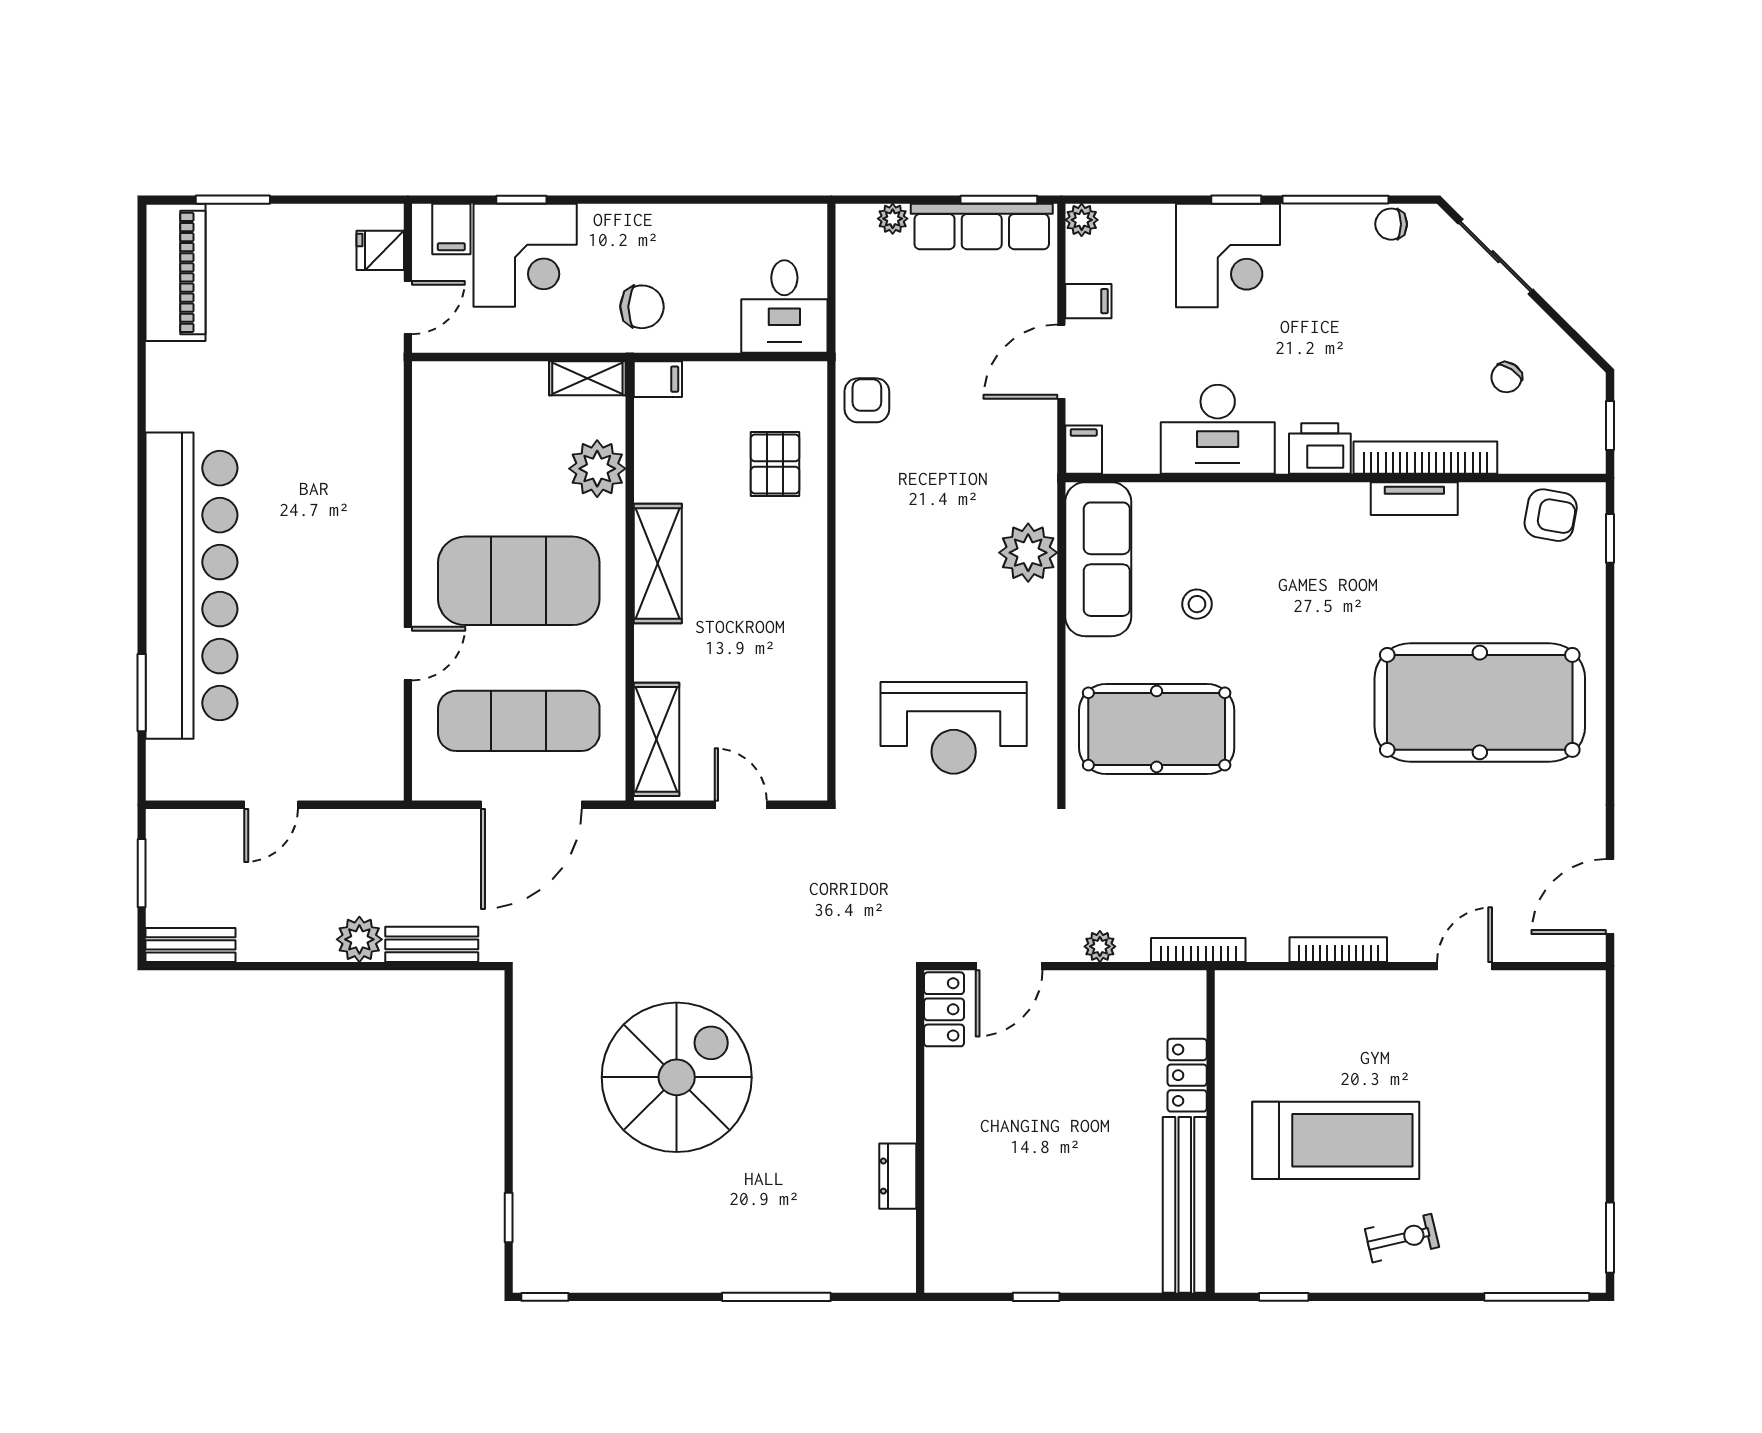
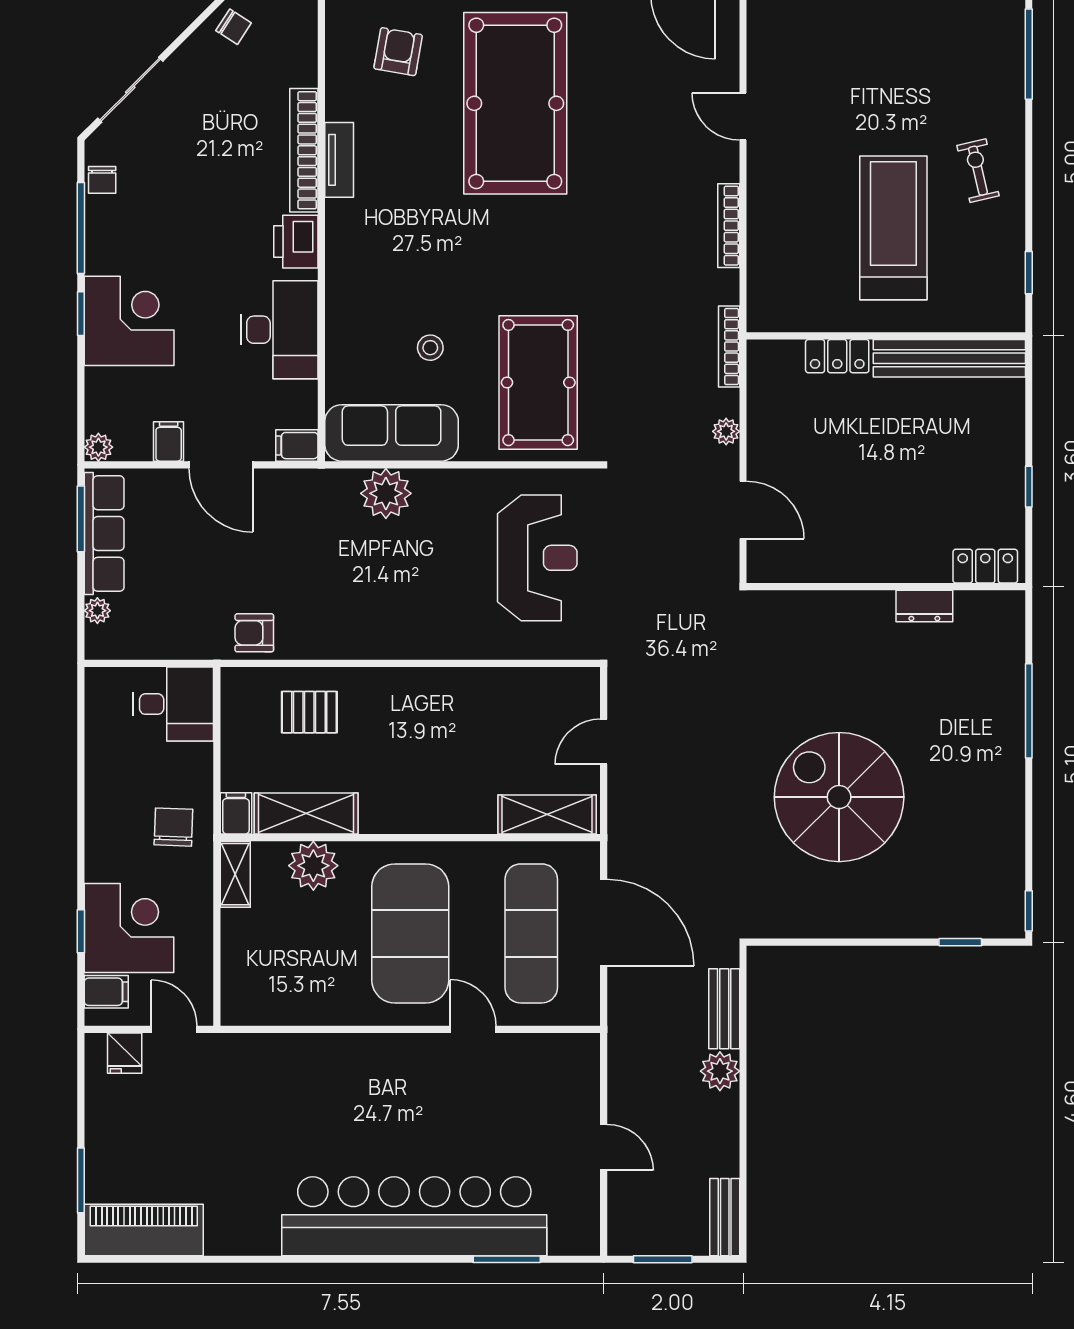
chair: (1507, 377) -> (234, 27), moved
armchair: (1551, 515) -> (398, 52), moved
shelving: (658, 563) -> (306, 813), moved
locker: (944, 1009) -> (985, 566), moved

